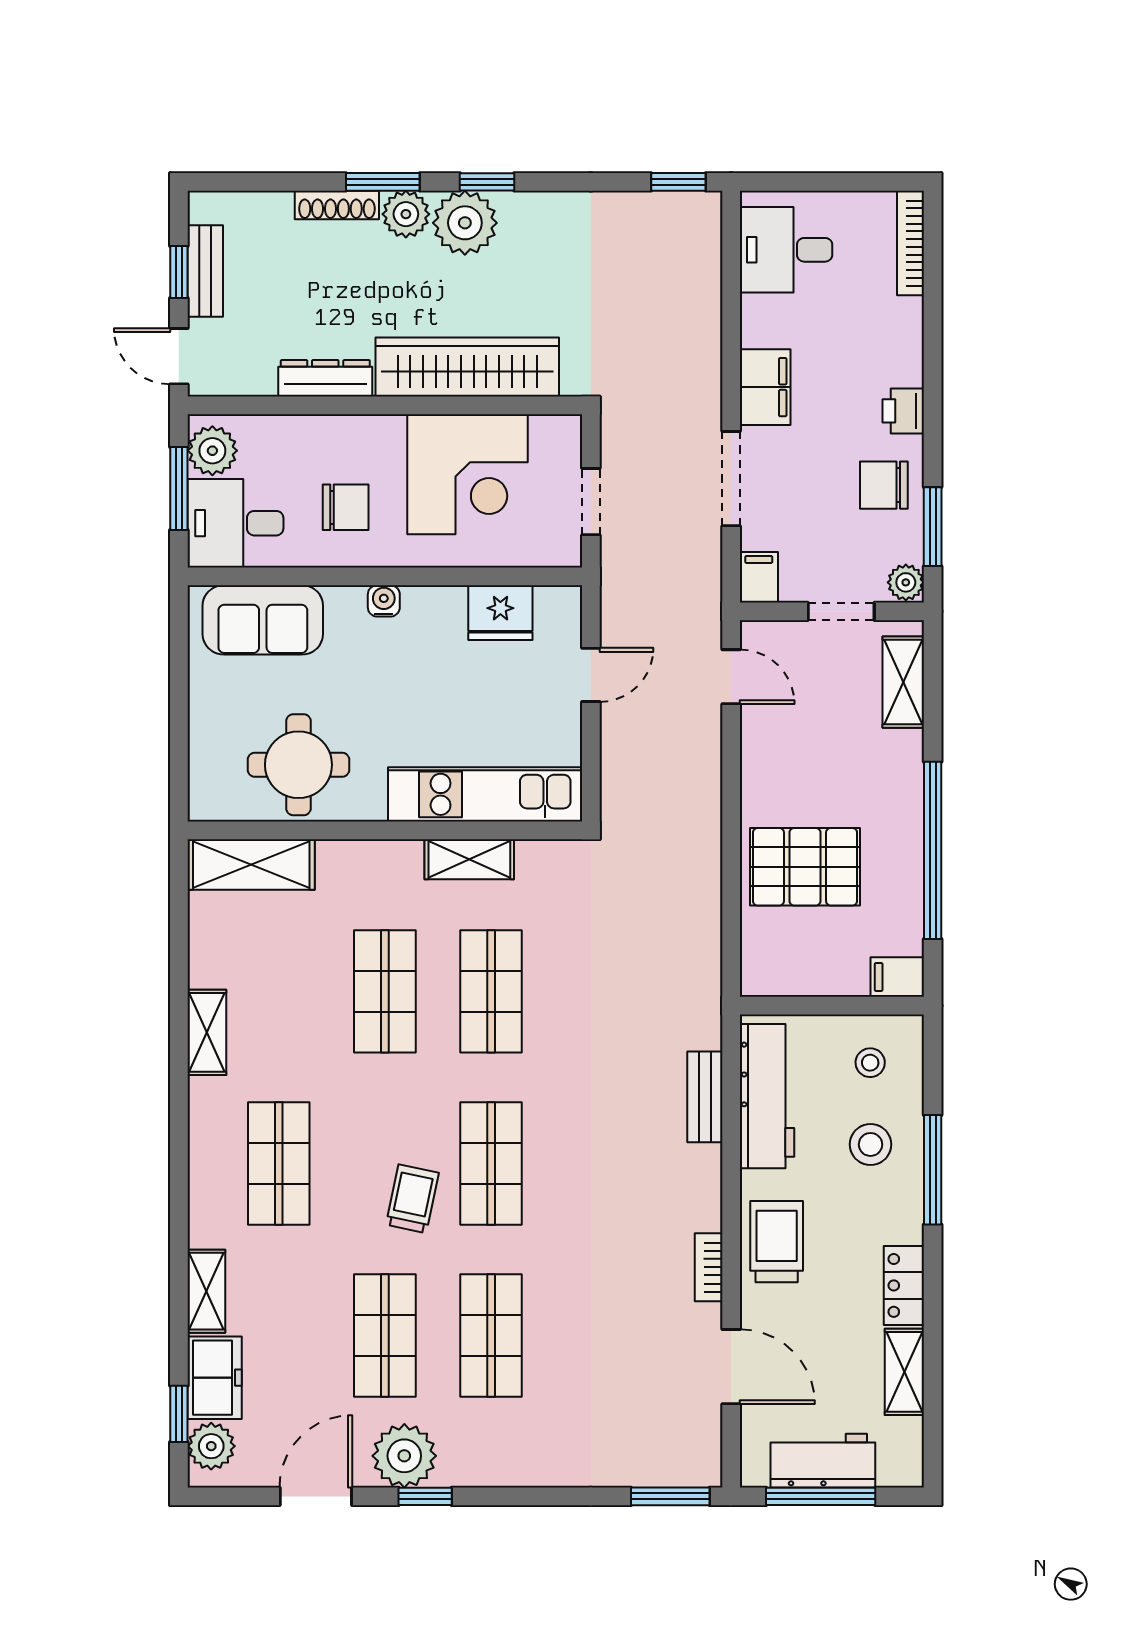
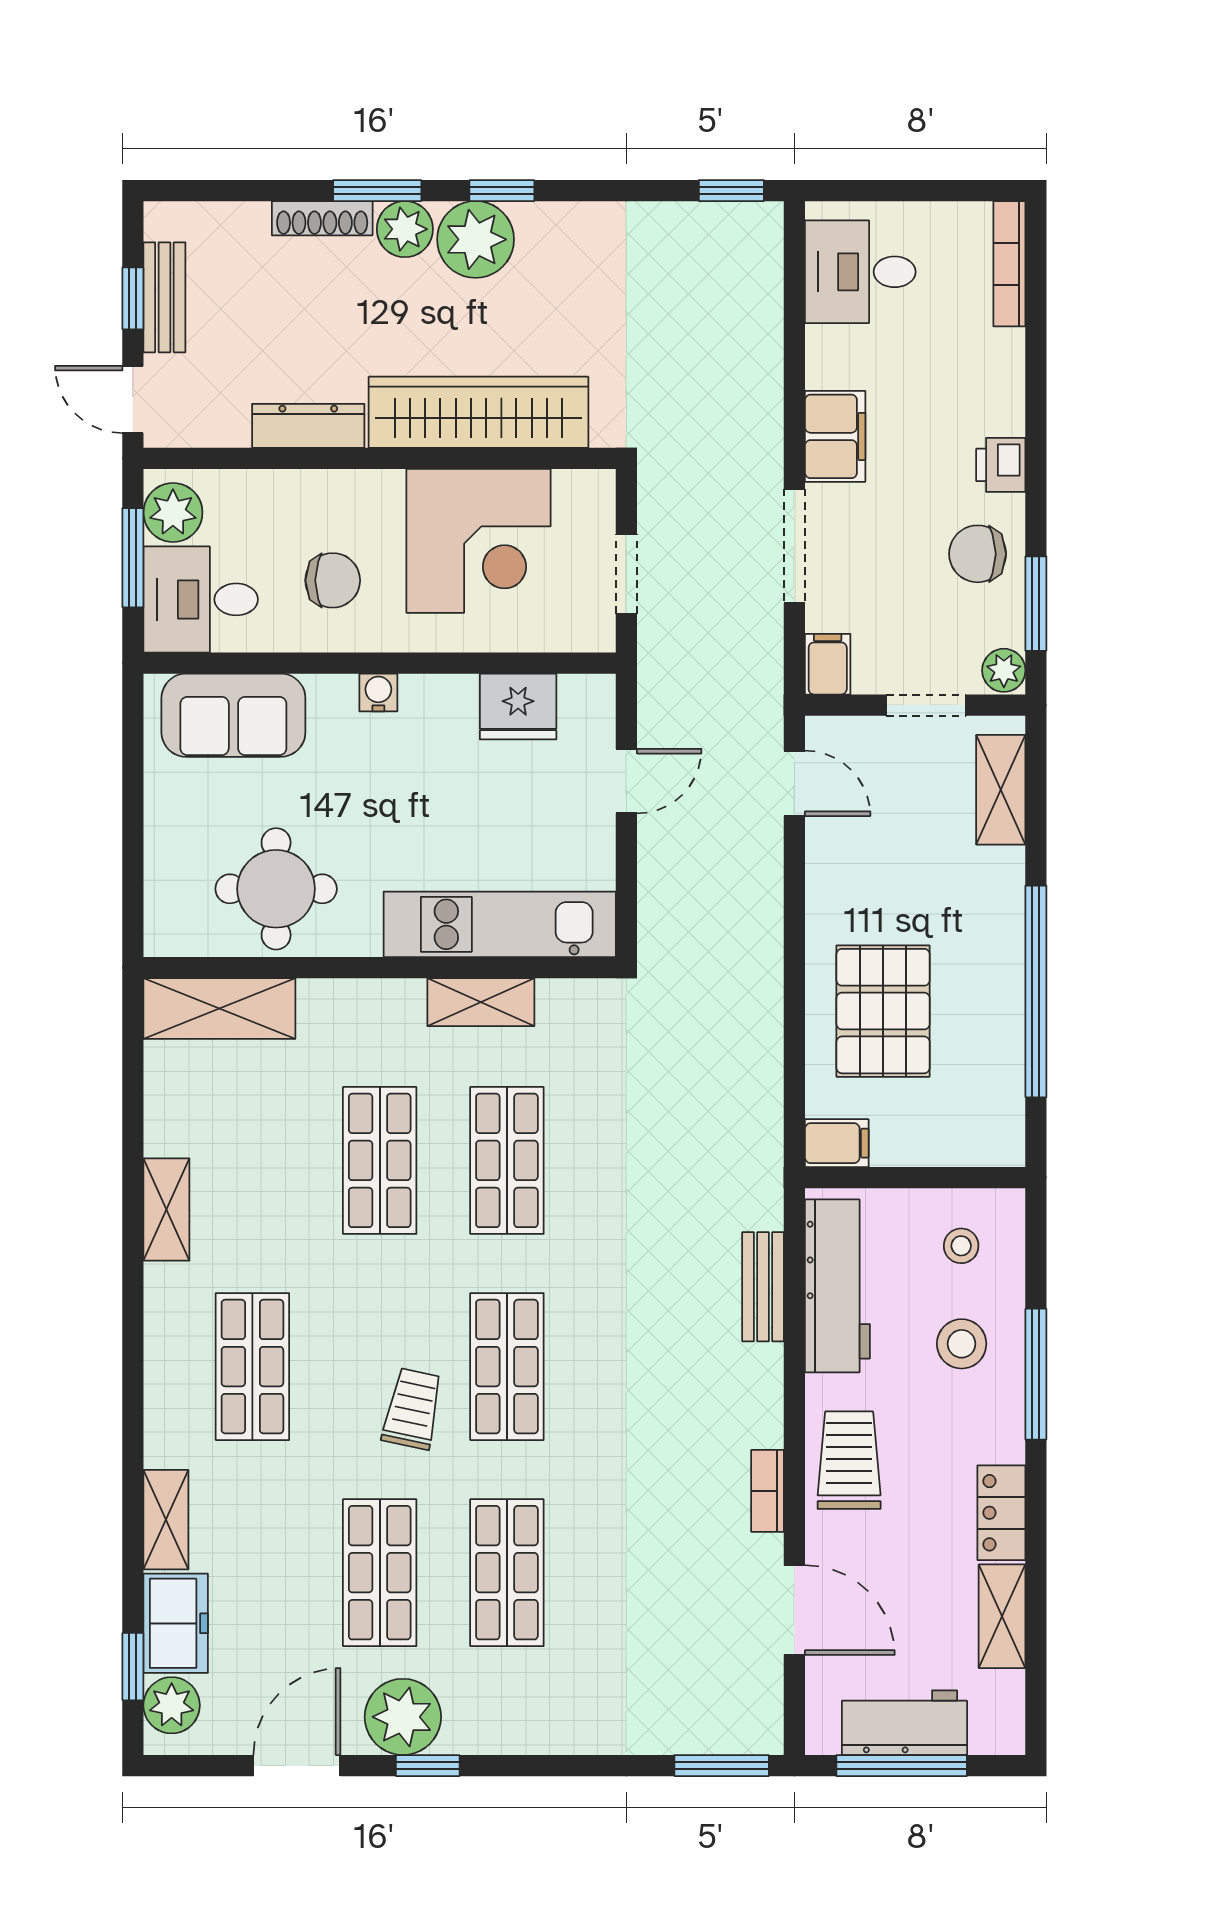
pallet: (805, 867) -> (883, 1011), turned 90
filing cabinet: (897, 977) -> (837, 1143), moved, turned 180

